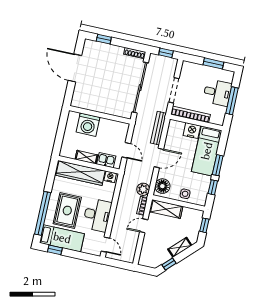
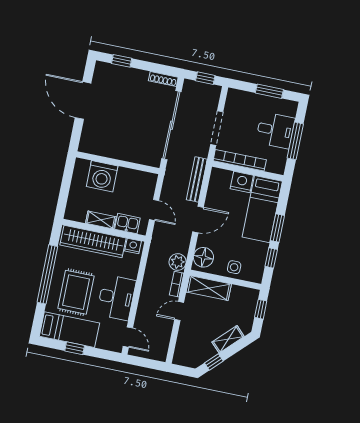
window: (43, 213) -> (47, 274), moved
window: (55, 250) -> (75, 348), moved

